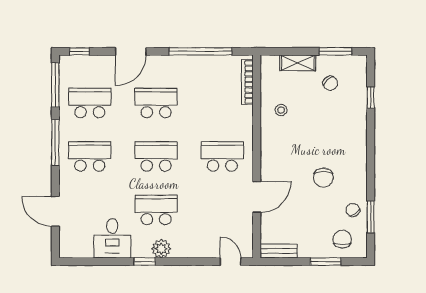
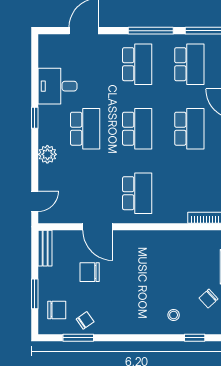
stool: (281, 110) -> (174, 315), moved
chair: (323, 178) -> (90, 272), moved
plant: (161, 249) -> (47, 154), moved

